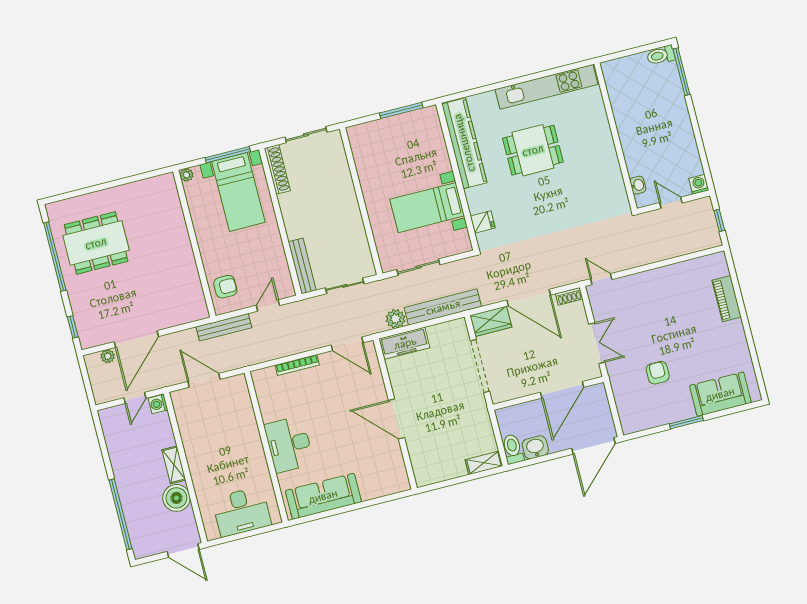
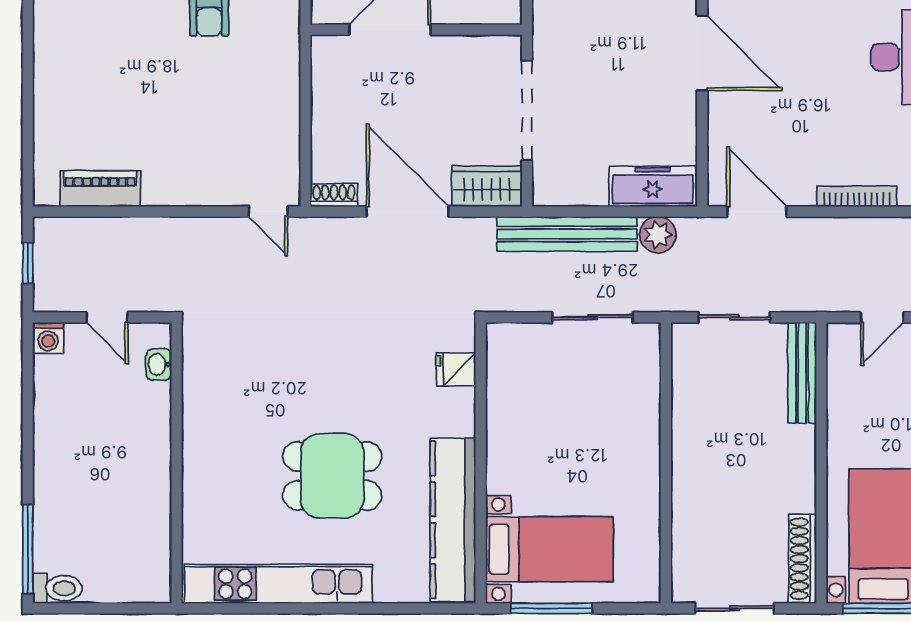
bed with nightstands: (427, 208) -> (549, 549), moved
piano: (727, 299) -> (100, 189), moved, turned -90
double door: (597, 343) -> (305, 98), removed

